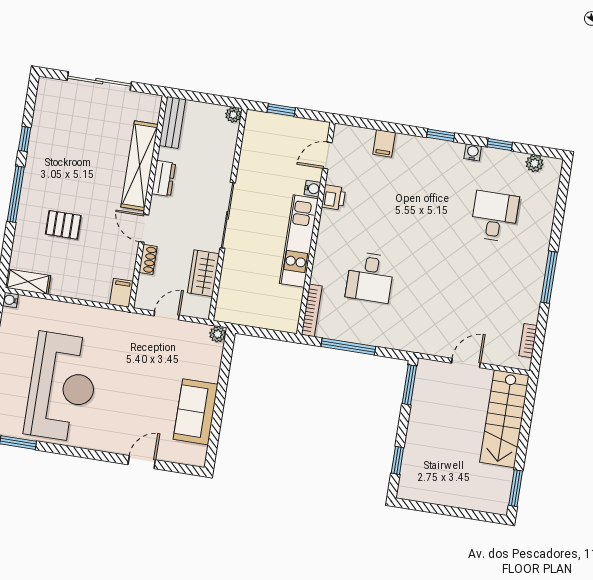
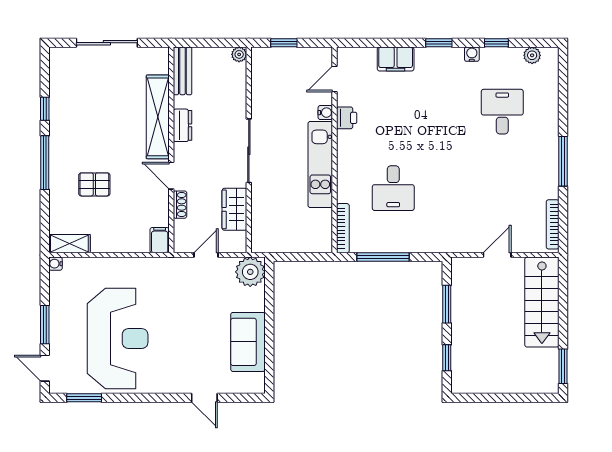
filing cabinet: (384, 143) -> (396, 59), width x2.00
plant: (218, 334) -> (250, 272), width x1.87, depth x1.87
bookcase: (528, 341) -> (553, 224), width x1.56
window: (409, 385) -> (447, 304), moved
door: (142, 462) -> (204, 398), swing flipped

